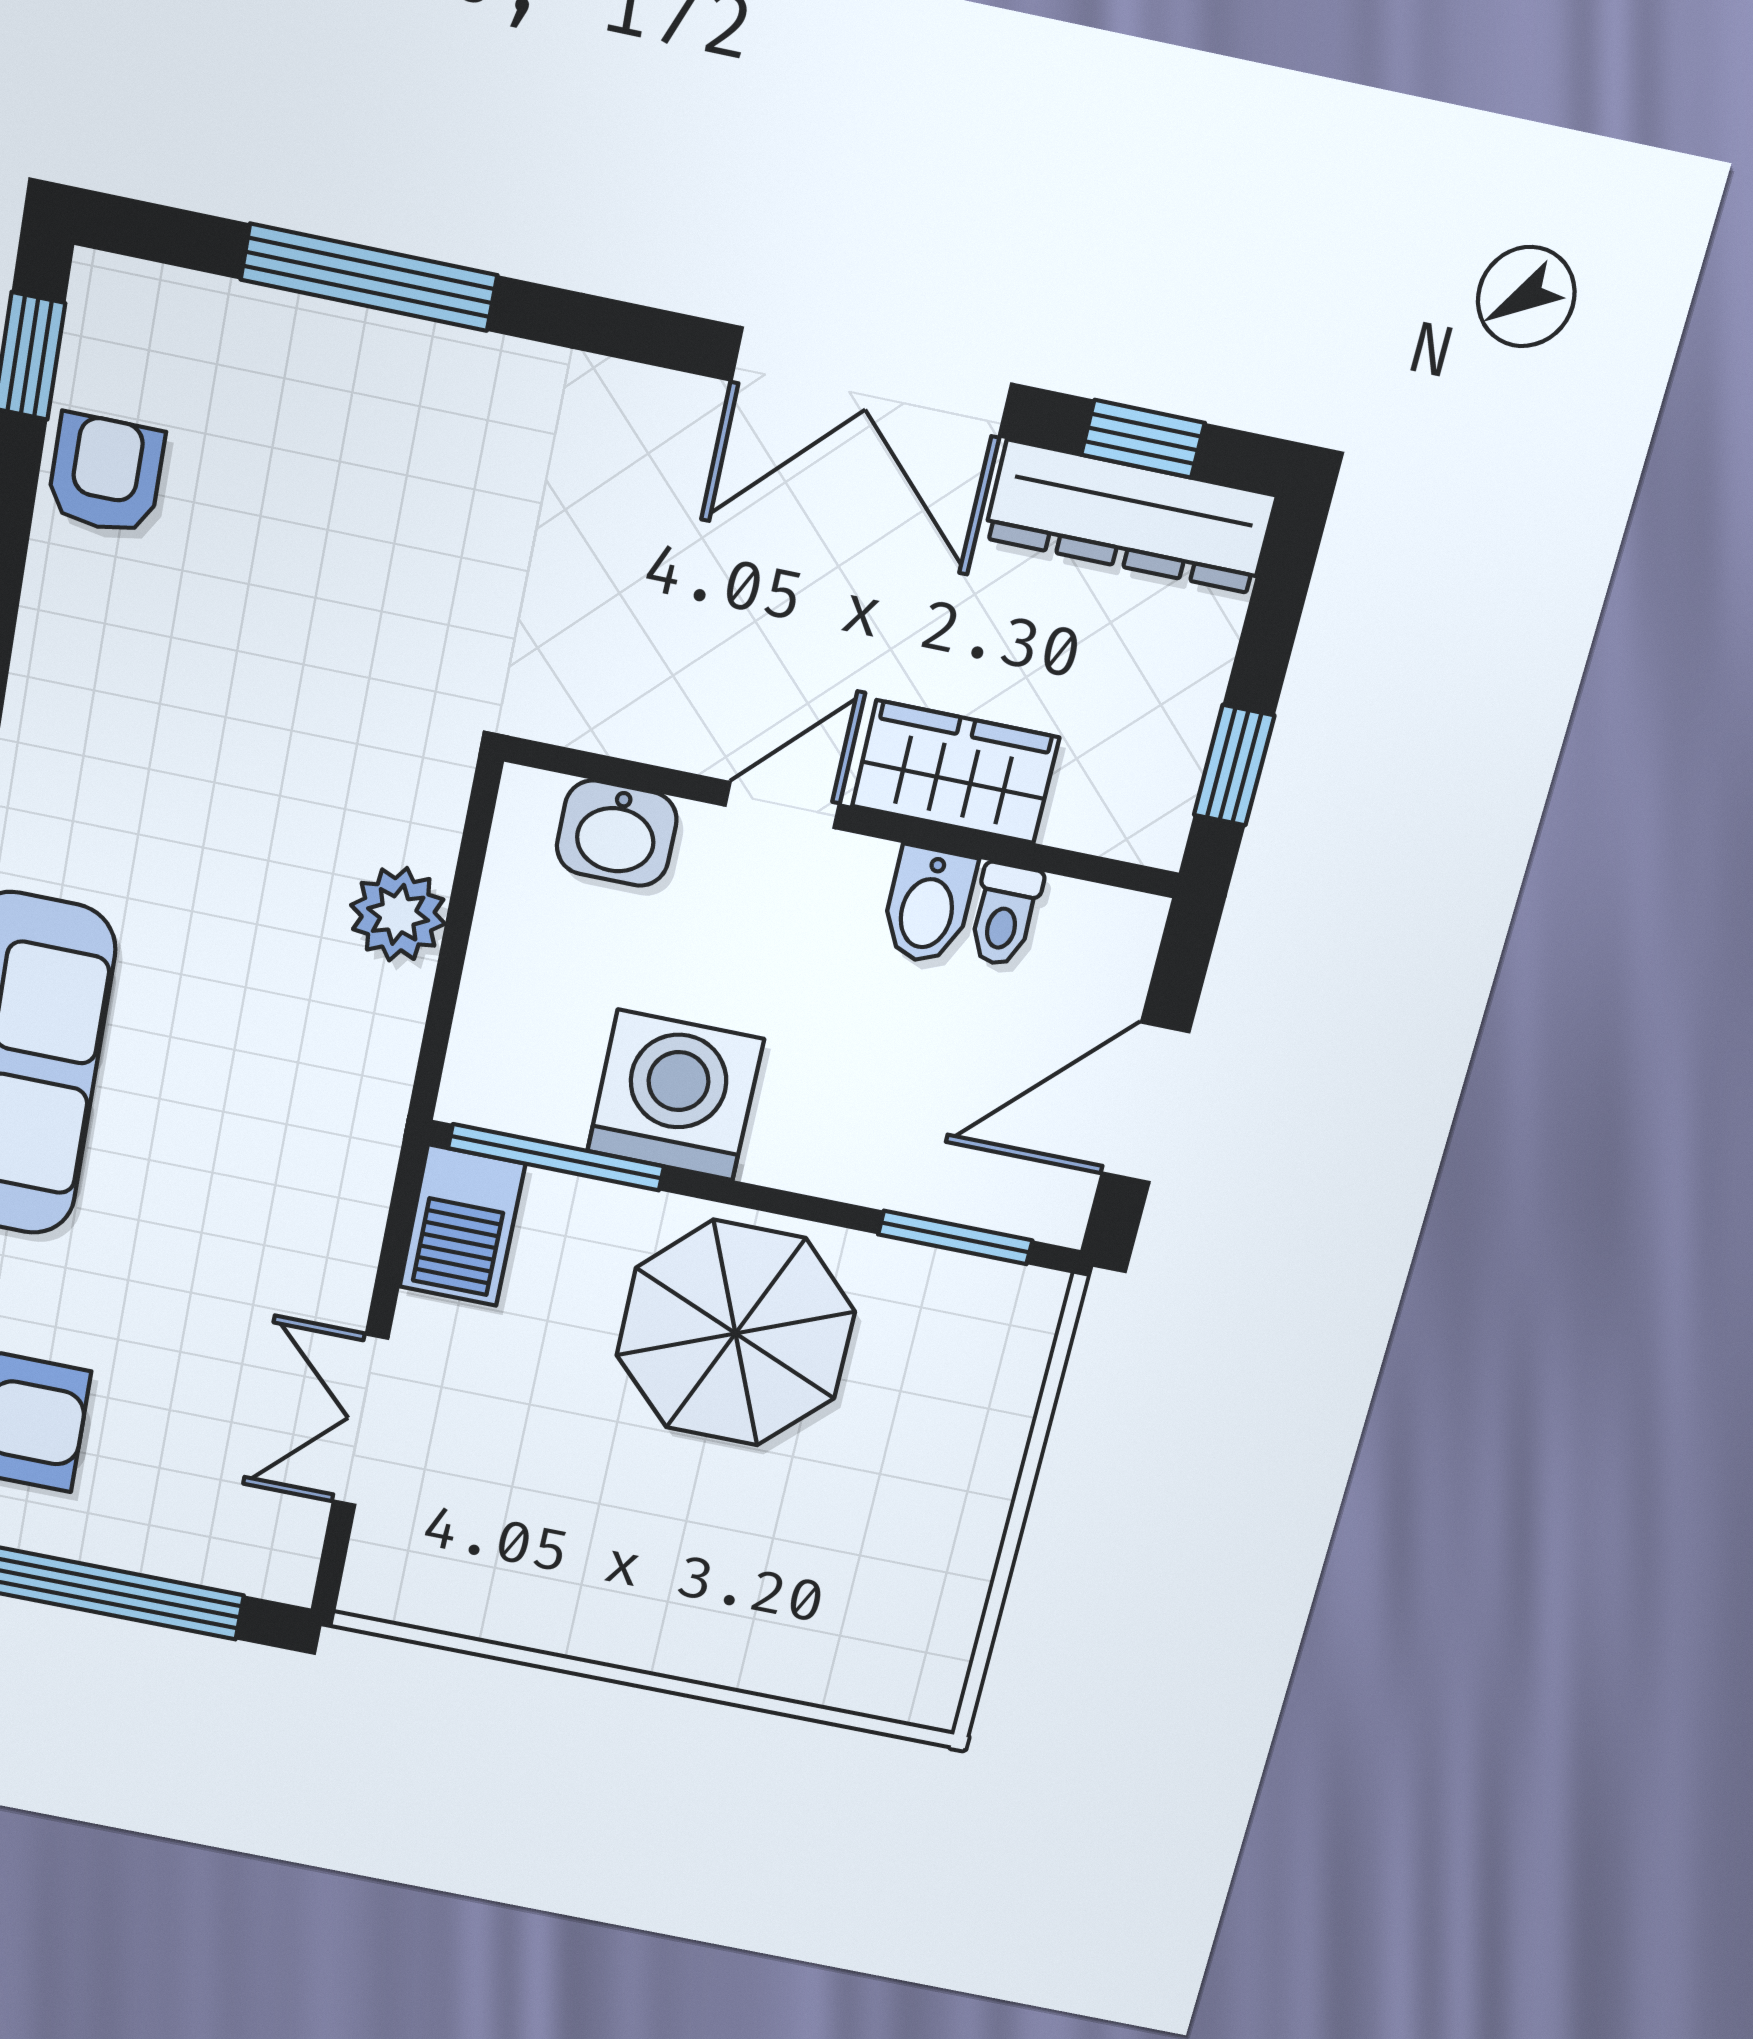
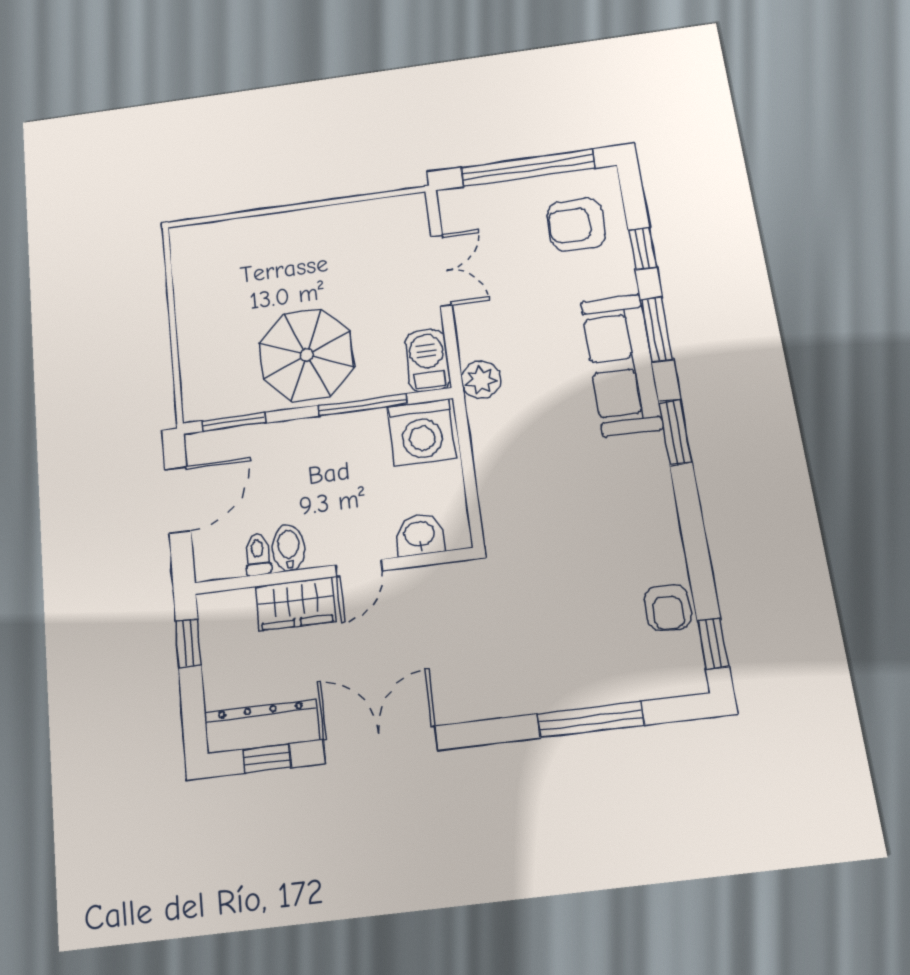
plant: (398, 914) -> (481, 380), moved
washing machine: (675, 1095) -> (421, 432), moved
window: (556, 1157) -> (363, 405), moved

